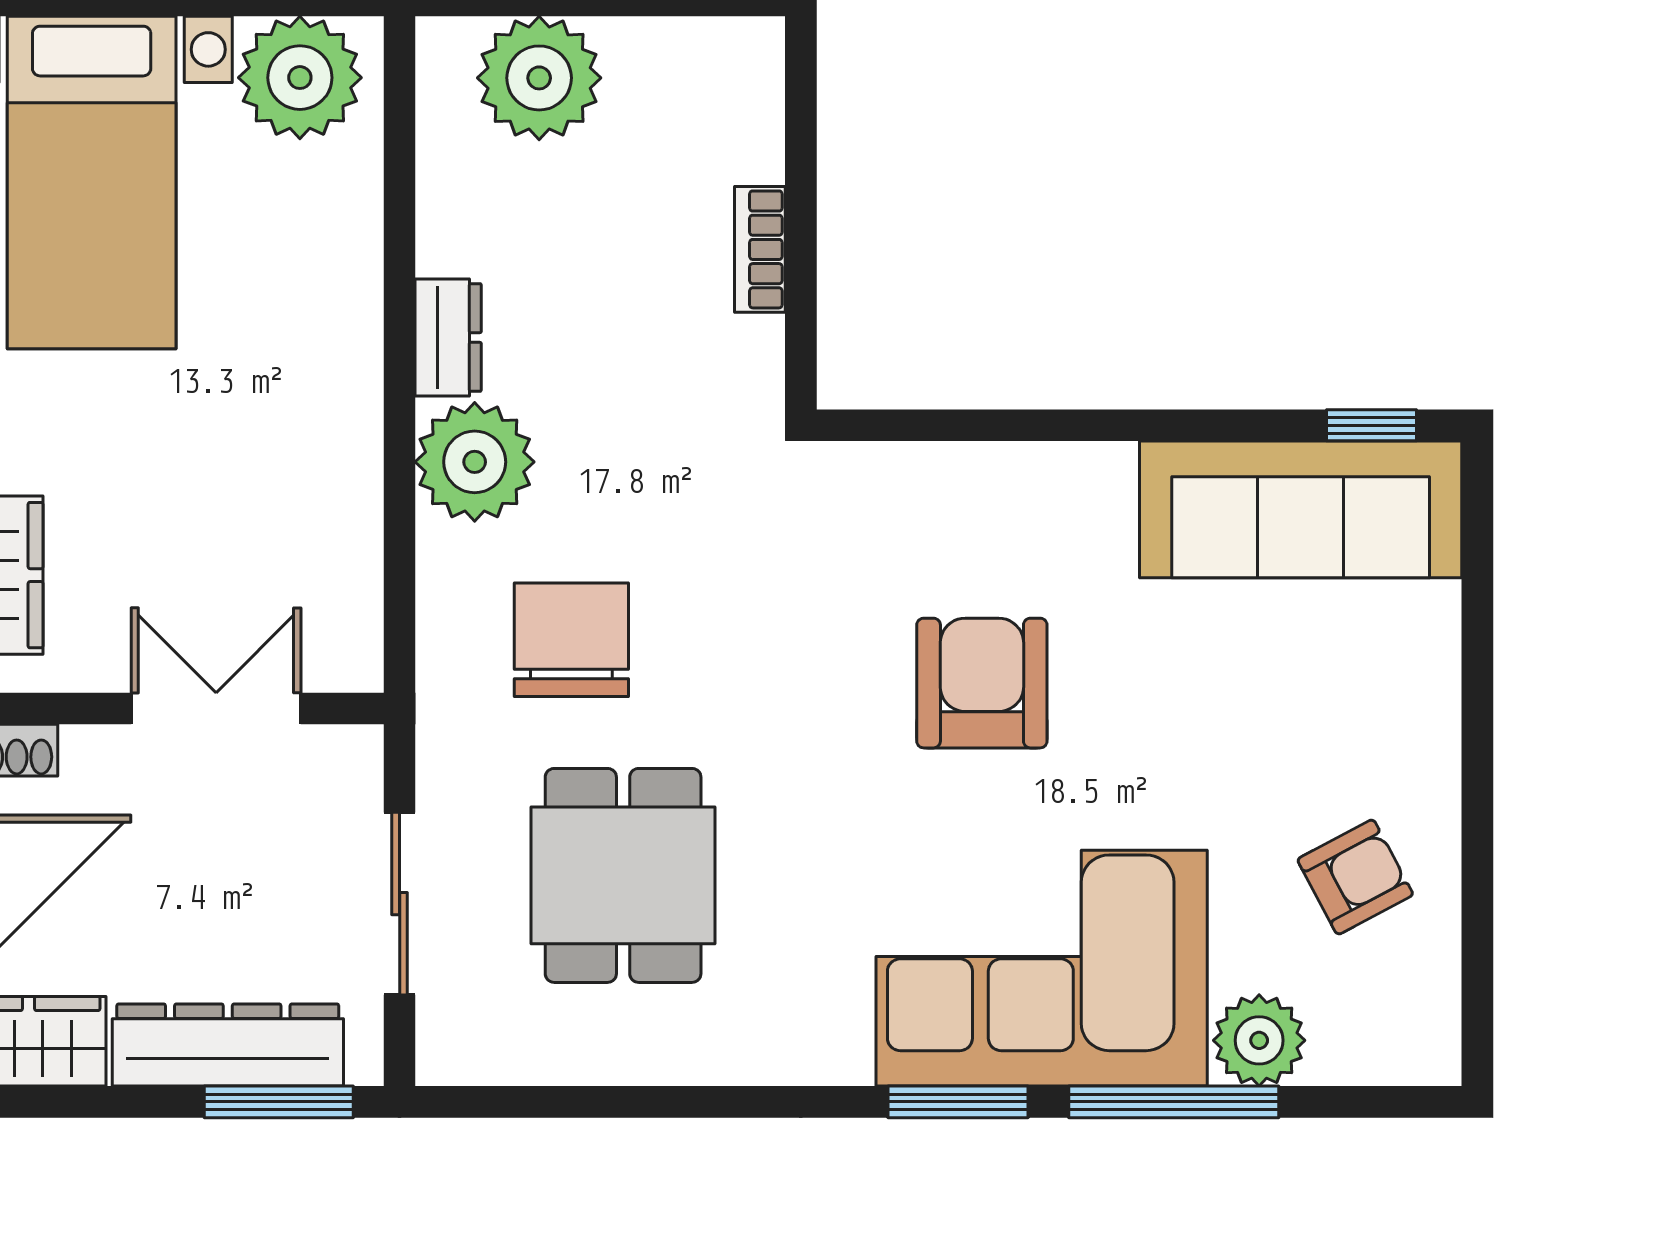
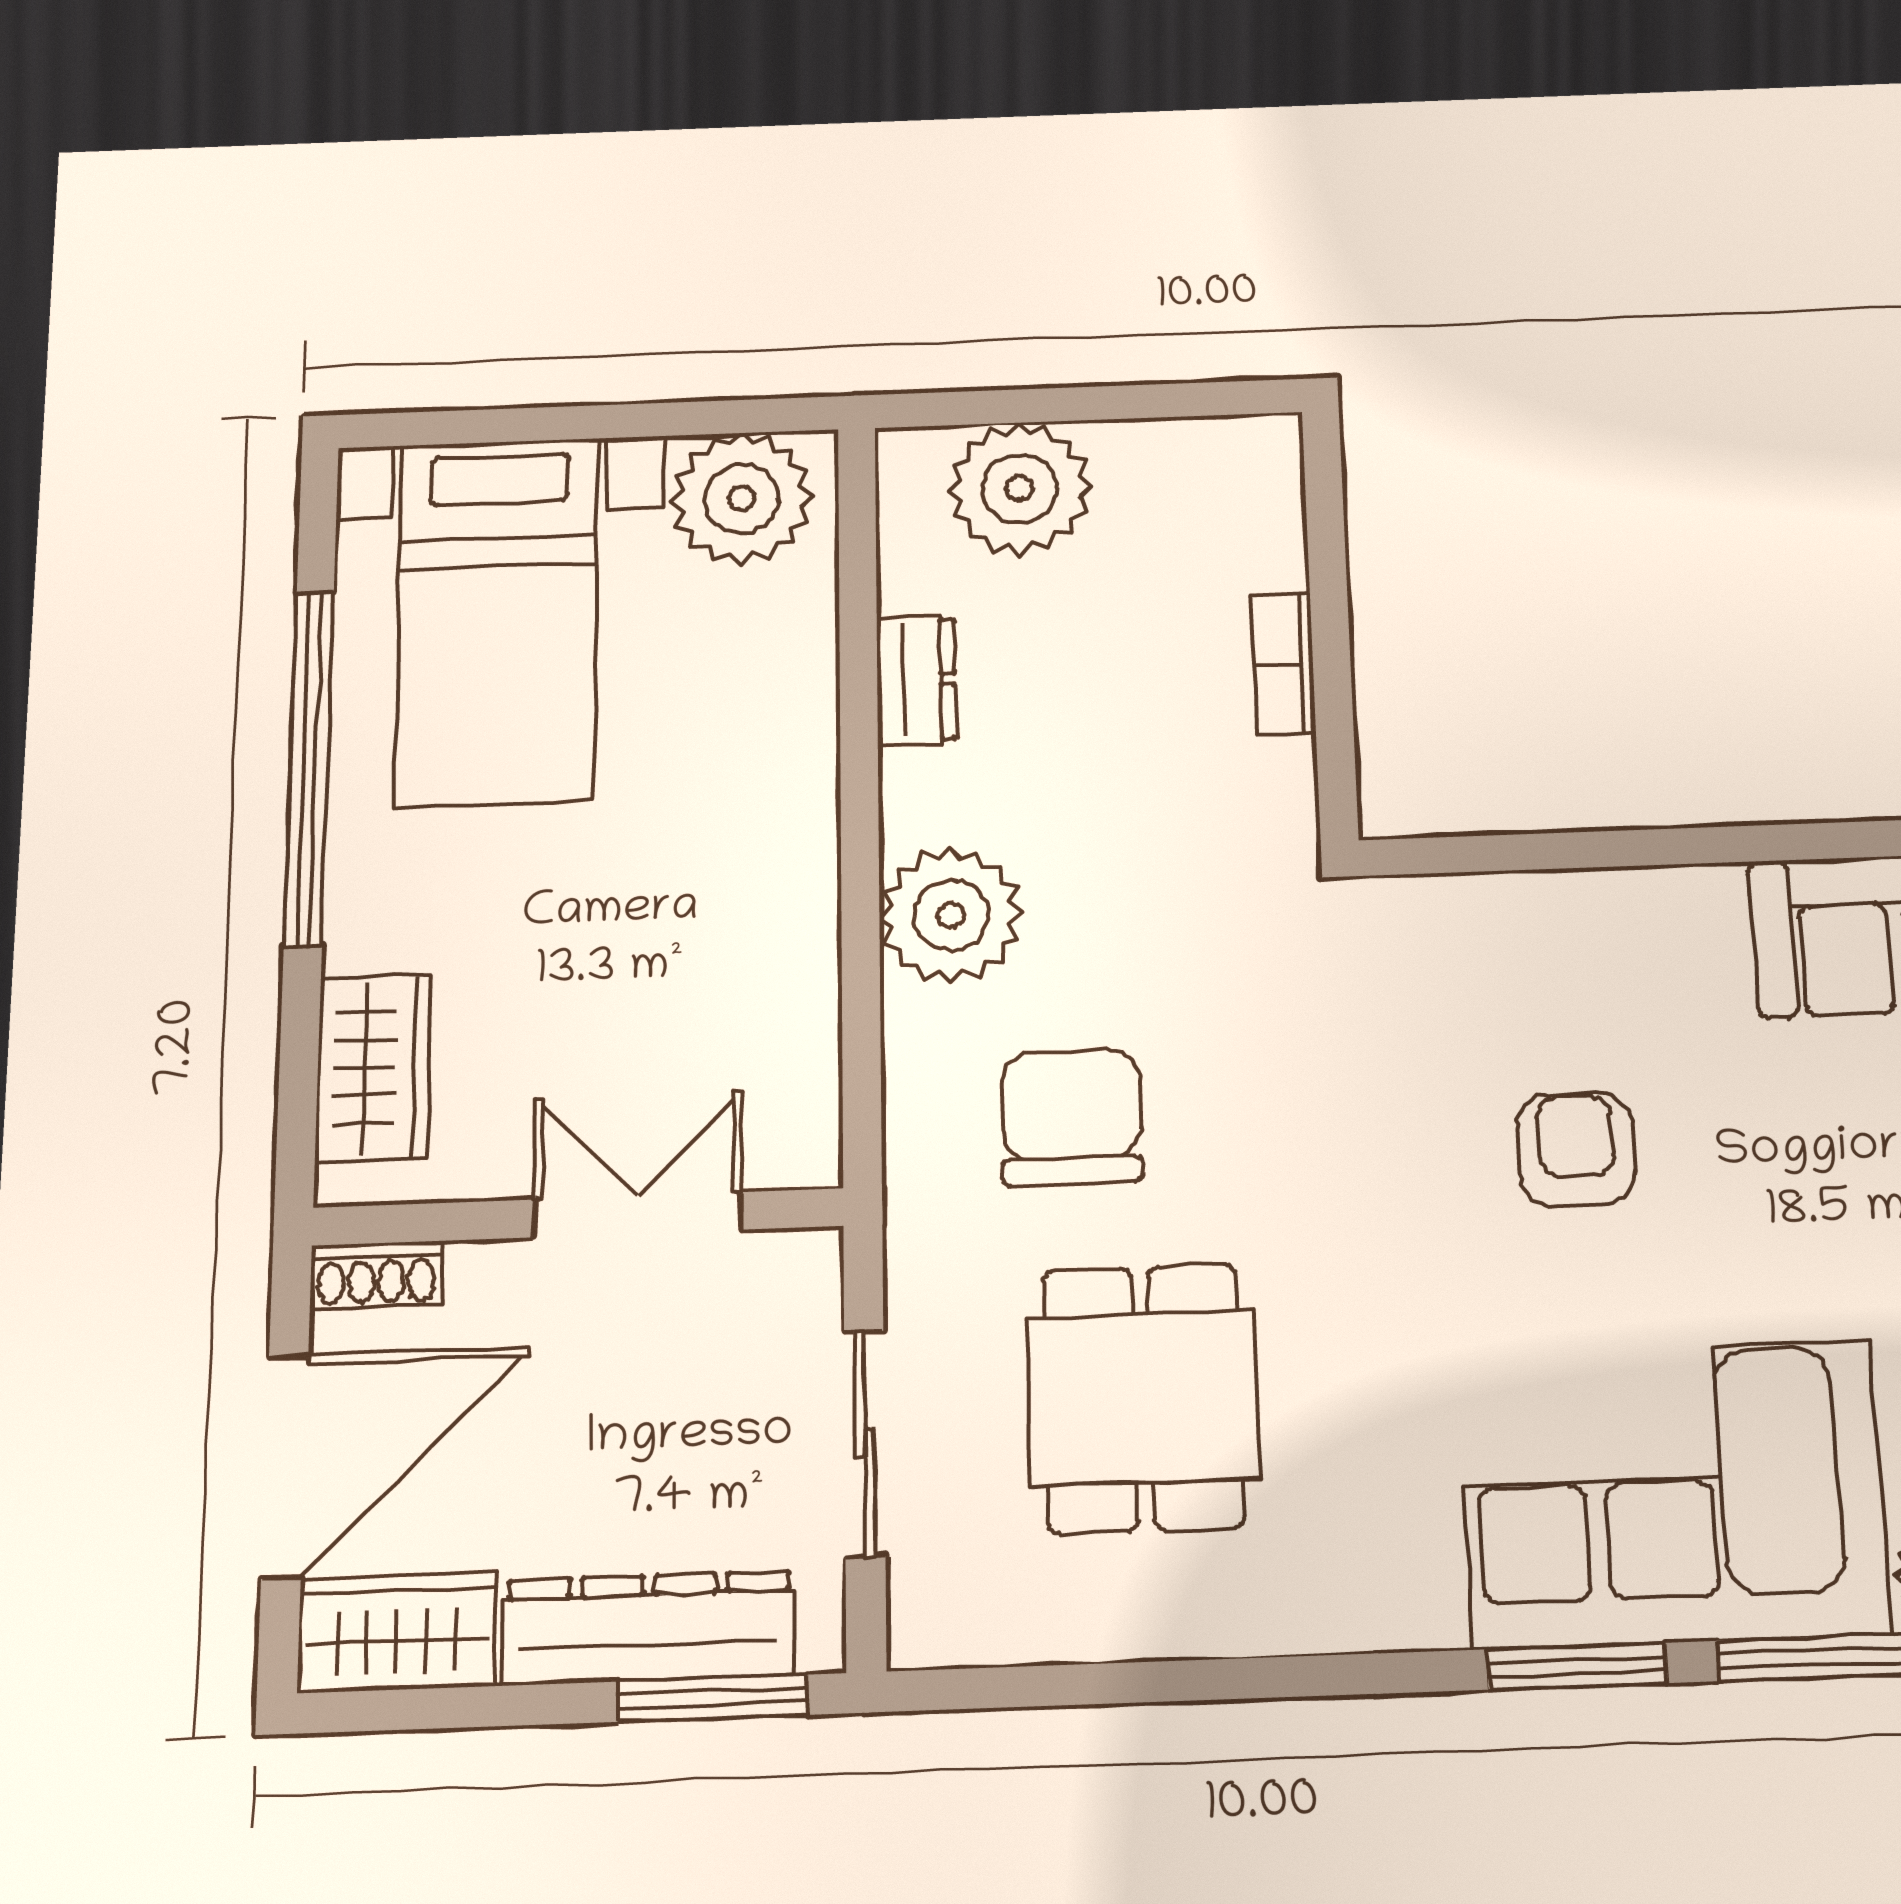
dresser: (448, 337) -> (916, 680), moved
armchair: (982, 683) -> (1576, 1149), width x0.72, depth x0.72

